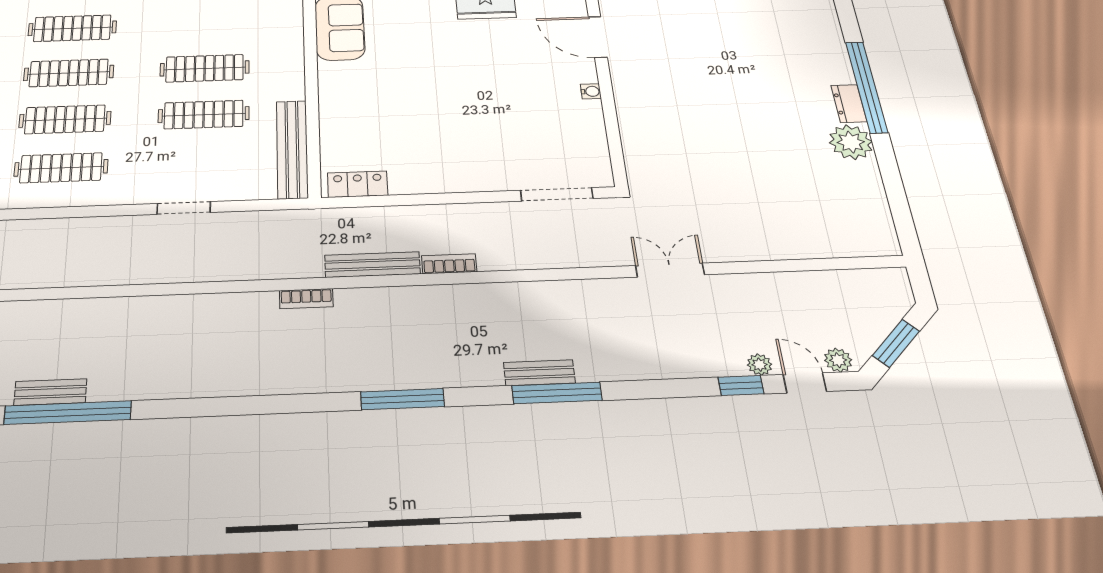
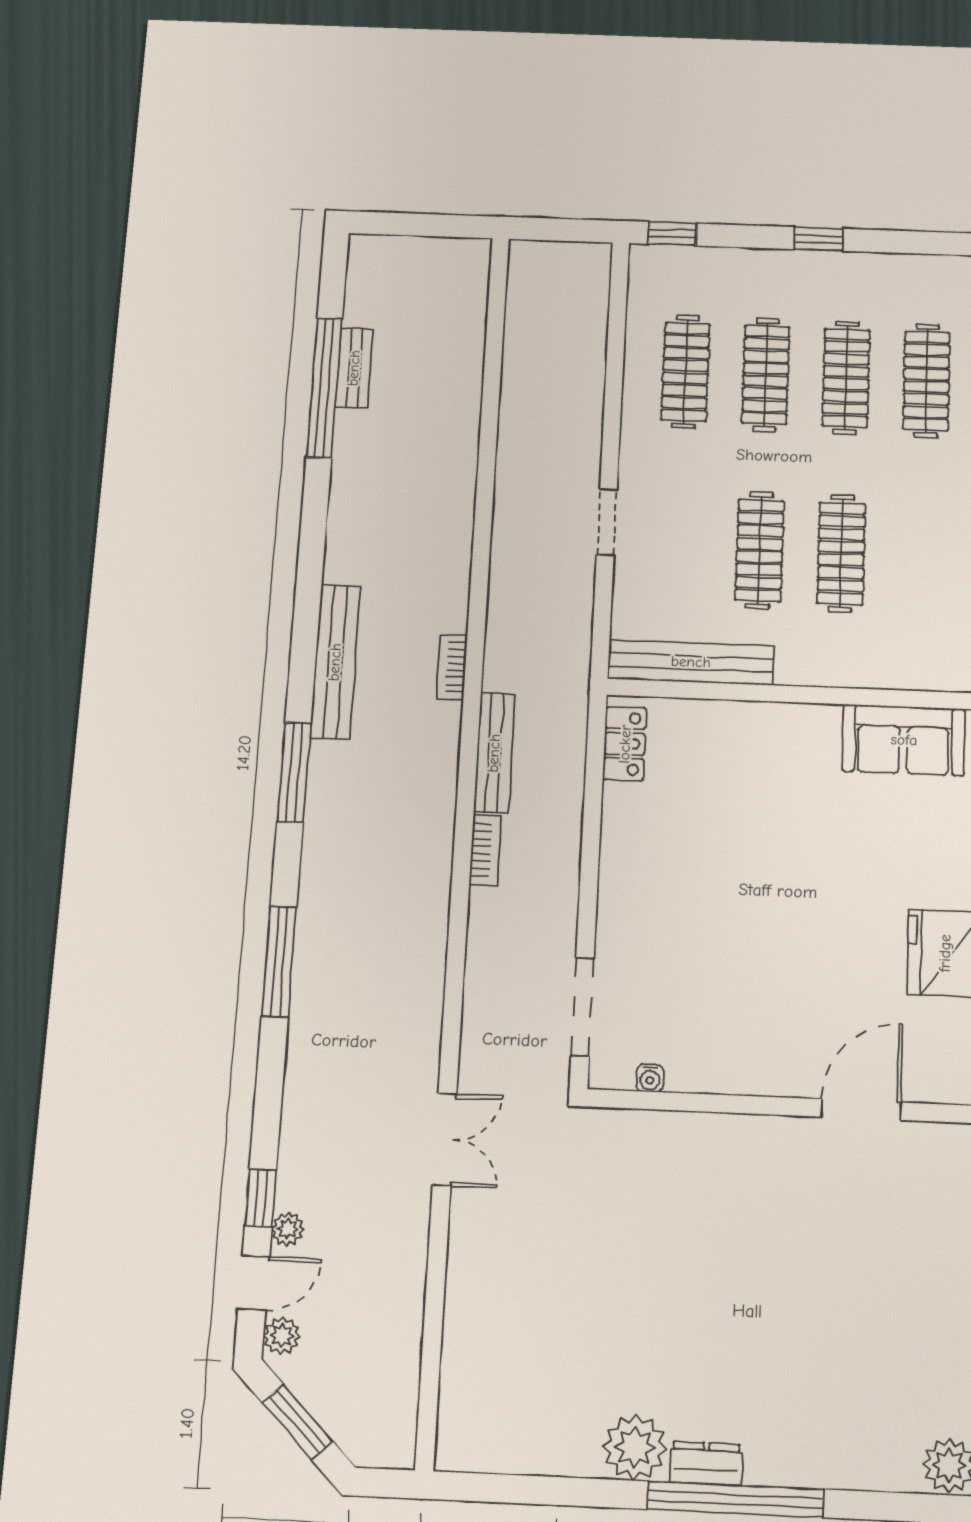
water cooler: (591, 91) -> (650, 1078), moved
bench: (539, 373) -> (335, 662), moved, width x1.86, depth x1.21

